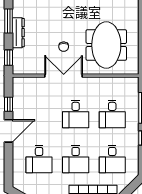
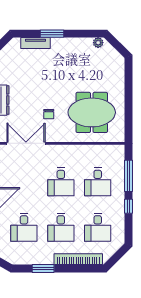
meeting table: (106, 45) -> (92, 112), turned 90
double door: (64, 76) -> (26, 143), moved

